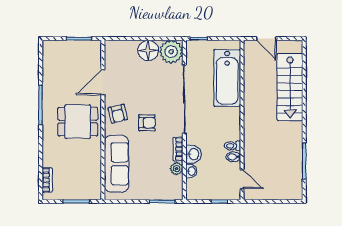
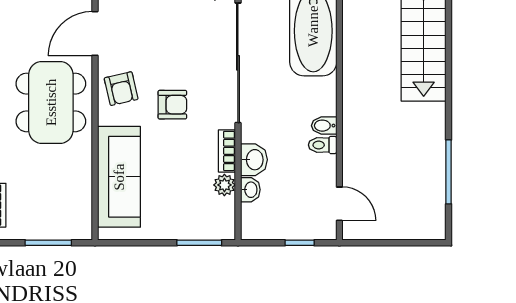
dining table: (78, 122) -> (51, 102), width x1.38
bidet: (233, 157) -> (324, 126), moved

